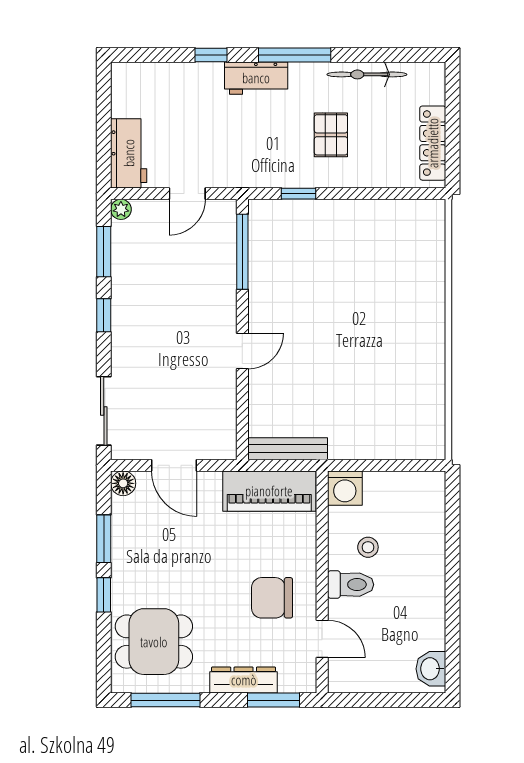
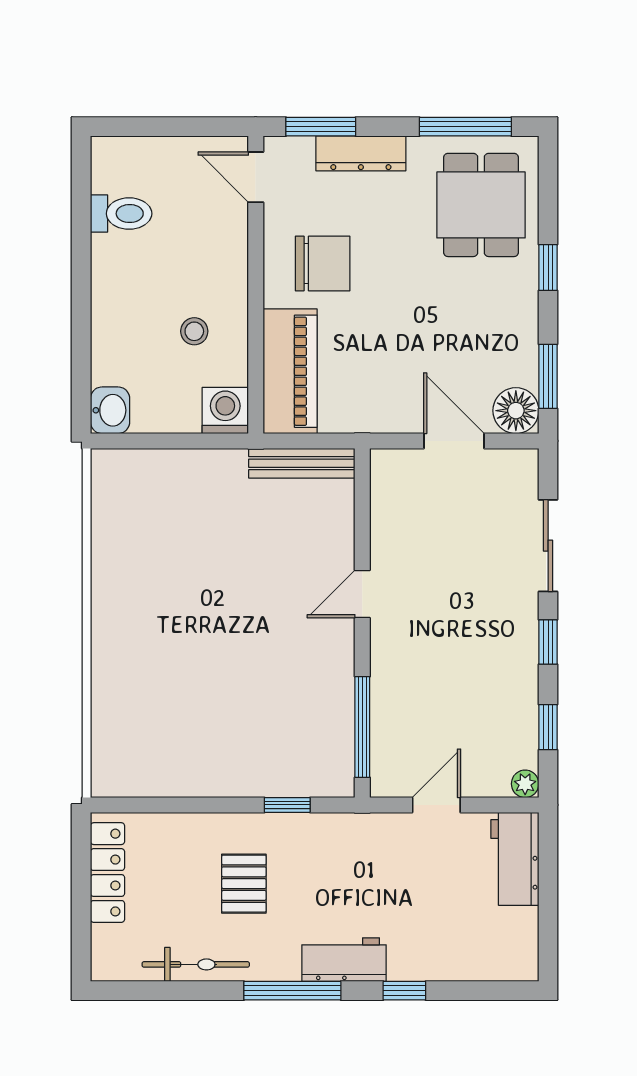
window: (104, 252) -> (548, 727), width x0.67
sliding door: (104, 411) -> (548, 546), moved
floor lamp: (123, 483) -> (516, 411), width x1.38, depth x1.38
piano: (269, 491) -> (290, 371), moved, turned 90
window: (104, 539) -> (548, 376), moved
toilet: (351, 585) -> (121, 214), moved, turned 180
door: (322, 639) -> (256, 177), moved
dining table: (154, 642) -> (481, 205), turned 90
washbasin: (431, 669) -> (110, 410), moved

